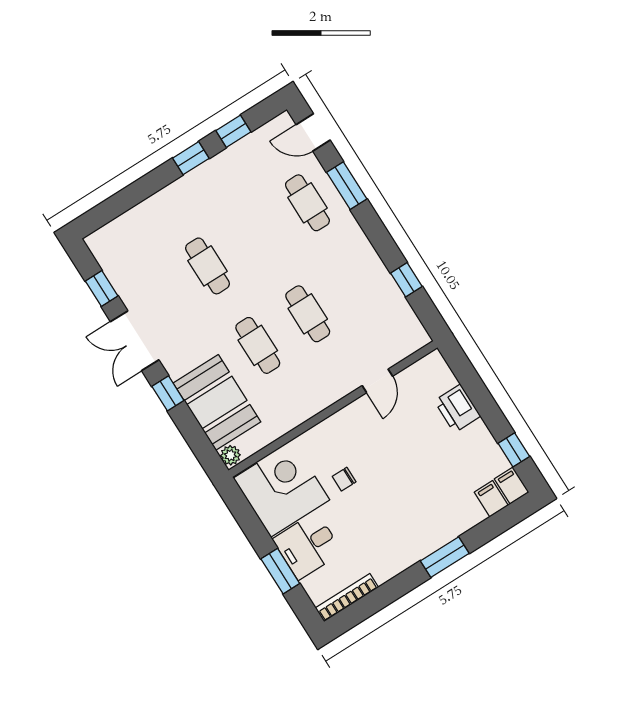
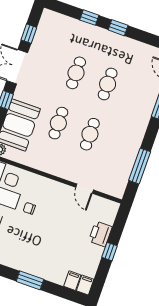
window: (233, 131) -> (89, 18), moved
cafe table: (307, 203) -> (108, 84), moved
window: (406, 280) -> (140, 166), width x2.17
door: (377, 381) -> (85, 189), hinge flipped
window: (514, 450) -> (110, 252), moved

